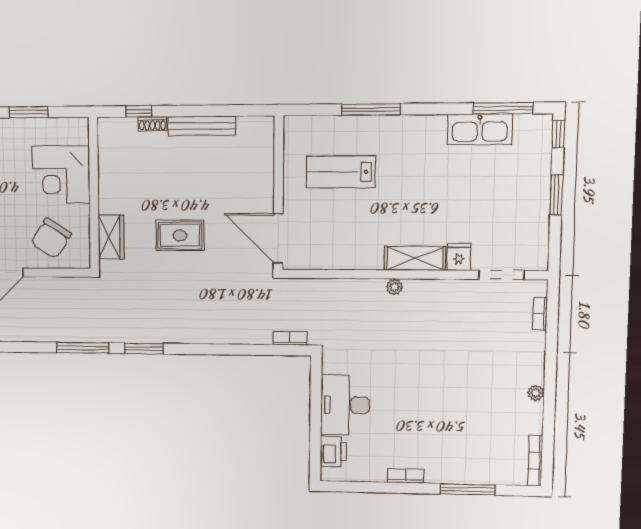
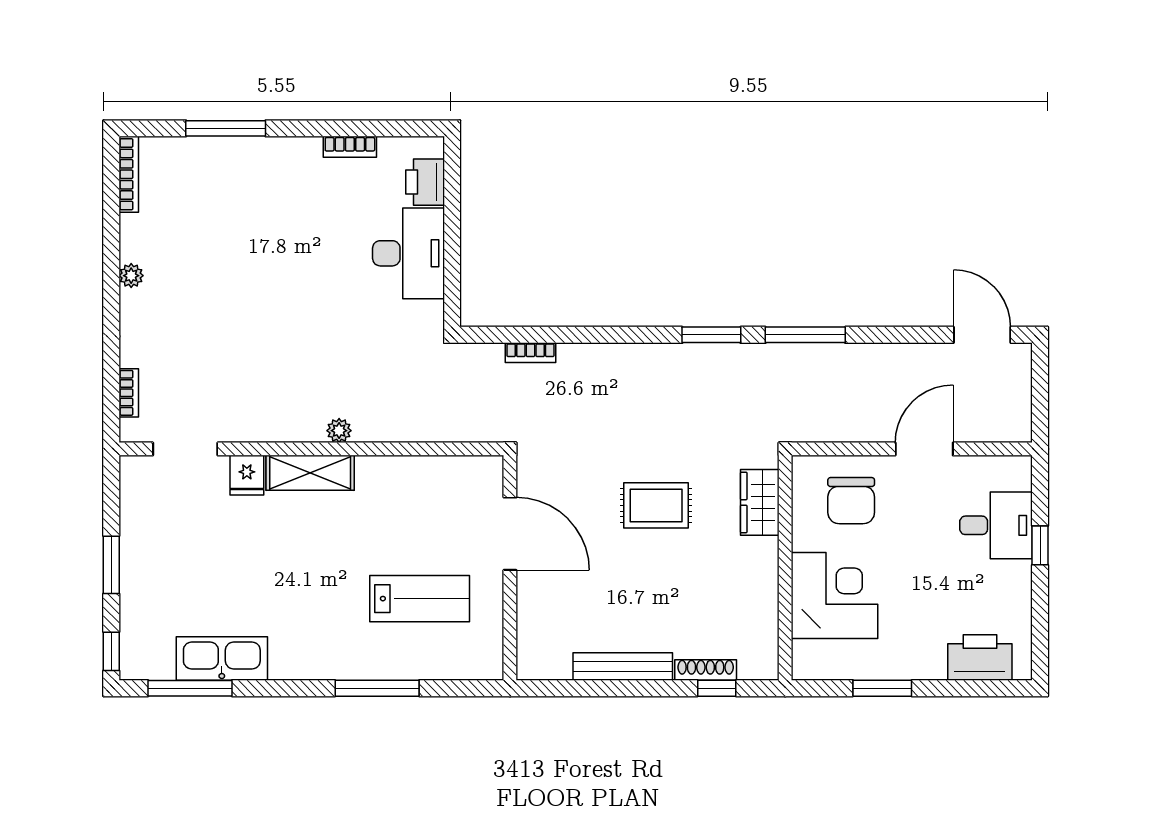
shoe rack: (152, 124) -> (706, 670), width x1.43
chair: (51, 238) -> (851, 501), turned 148
door: (278, 238) -> (510, 534), moved
bookcase: (290, 338) -> (530, 353), moved
bookcase: (405, 476) -> (350, 147), moved

